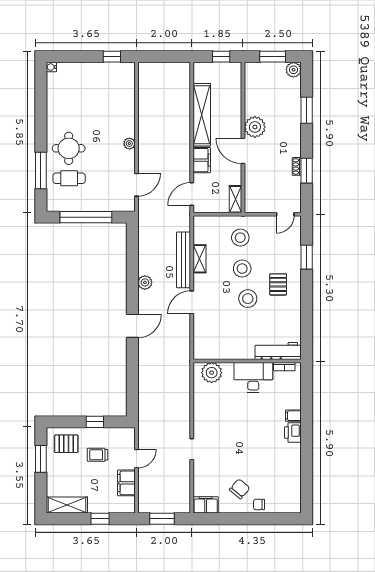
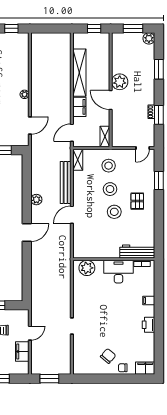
shelving: (200, 259) -> (78, 160), moved
printer: (293, 433) -> (148, 325), moved
filing cabinet: (206, 505) -> (145, 368), moved

